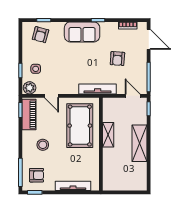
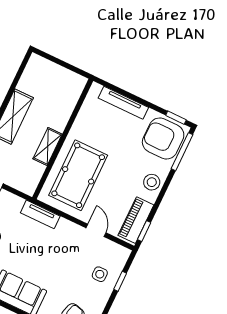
plant: (30, 88) -> (119, 254), removed
tv unit: (98, 89) -> (40, 214), width x0.71
stool: (43, 145) -> (152, 182), moved
armchair: (37, 175) -> (163, 138), width x1.88, depth x1.88

